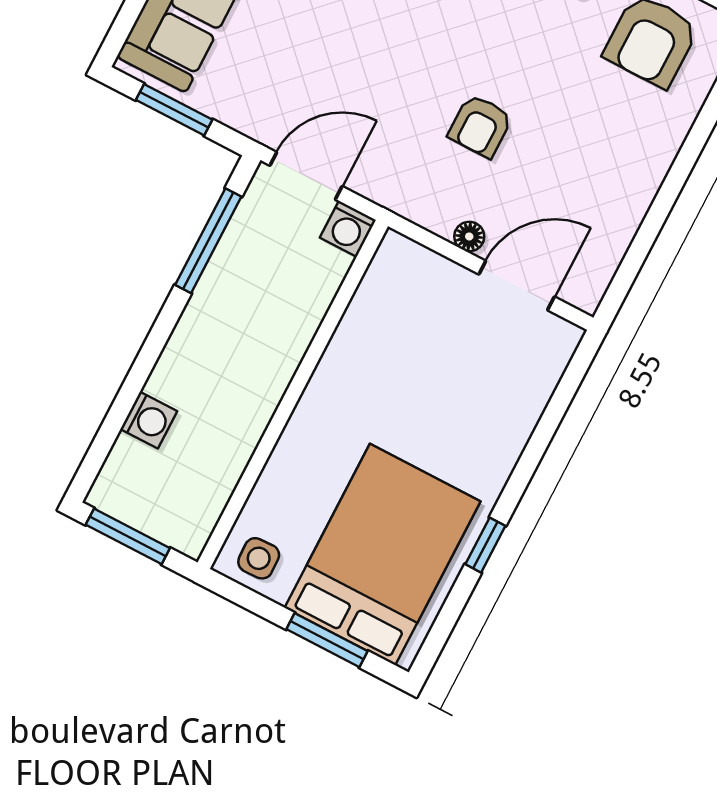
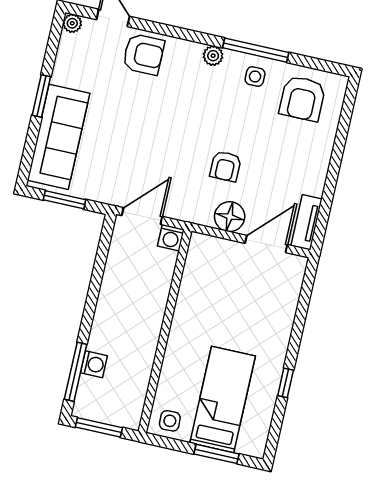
floor lamp: (469, 236) -> (230, 217), width x1.89, depth x1.89
window: (208, 241) -> (76, 372), moved
tv unit: (600, 266) -> (306, 222), added
bed: (383, 555) -> (223, 399), width x0.67

